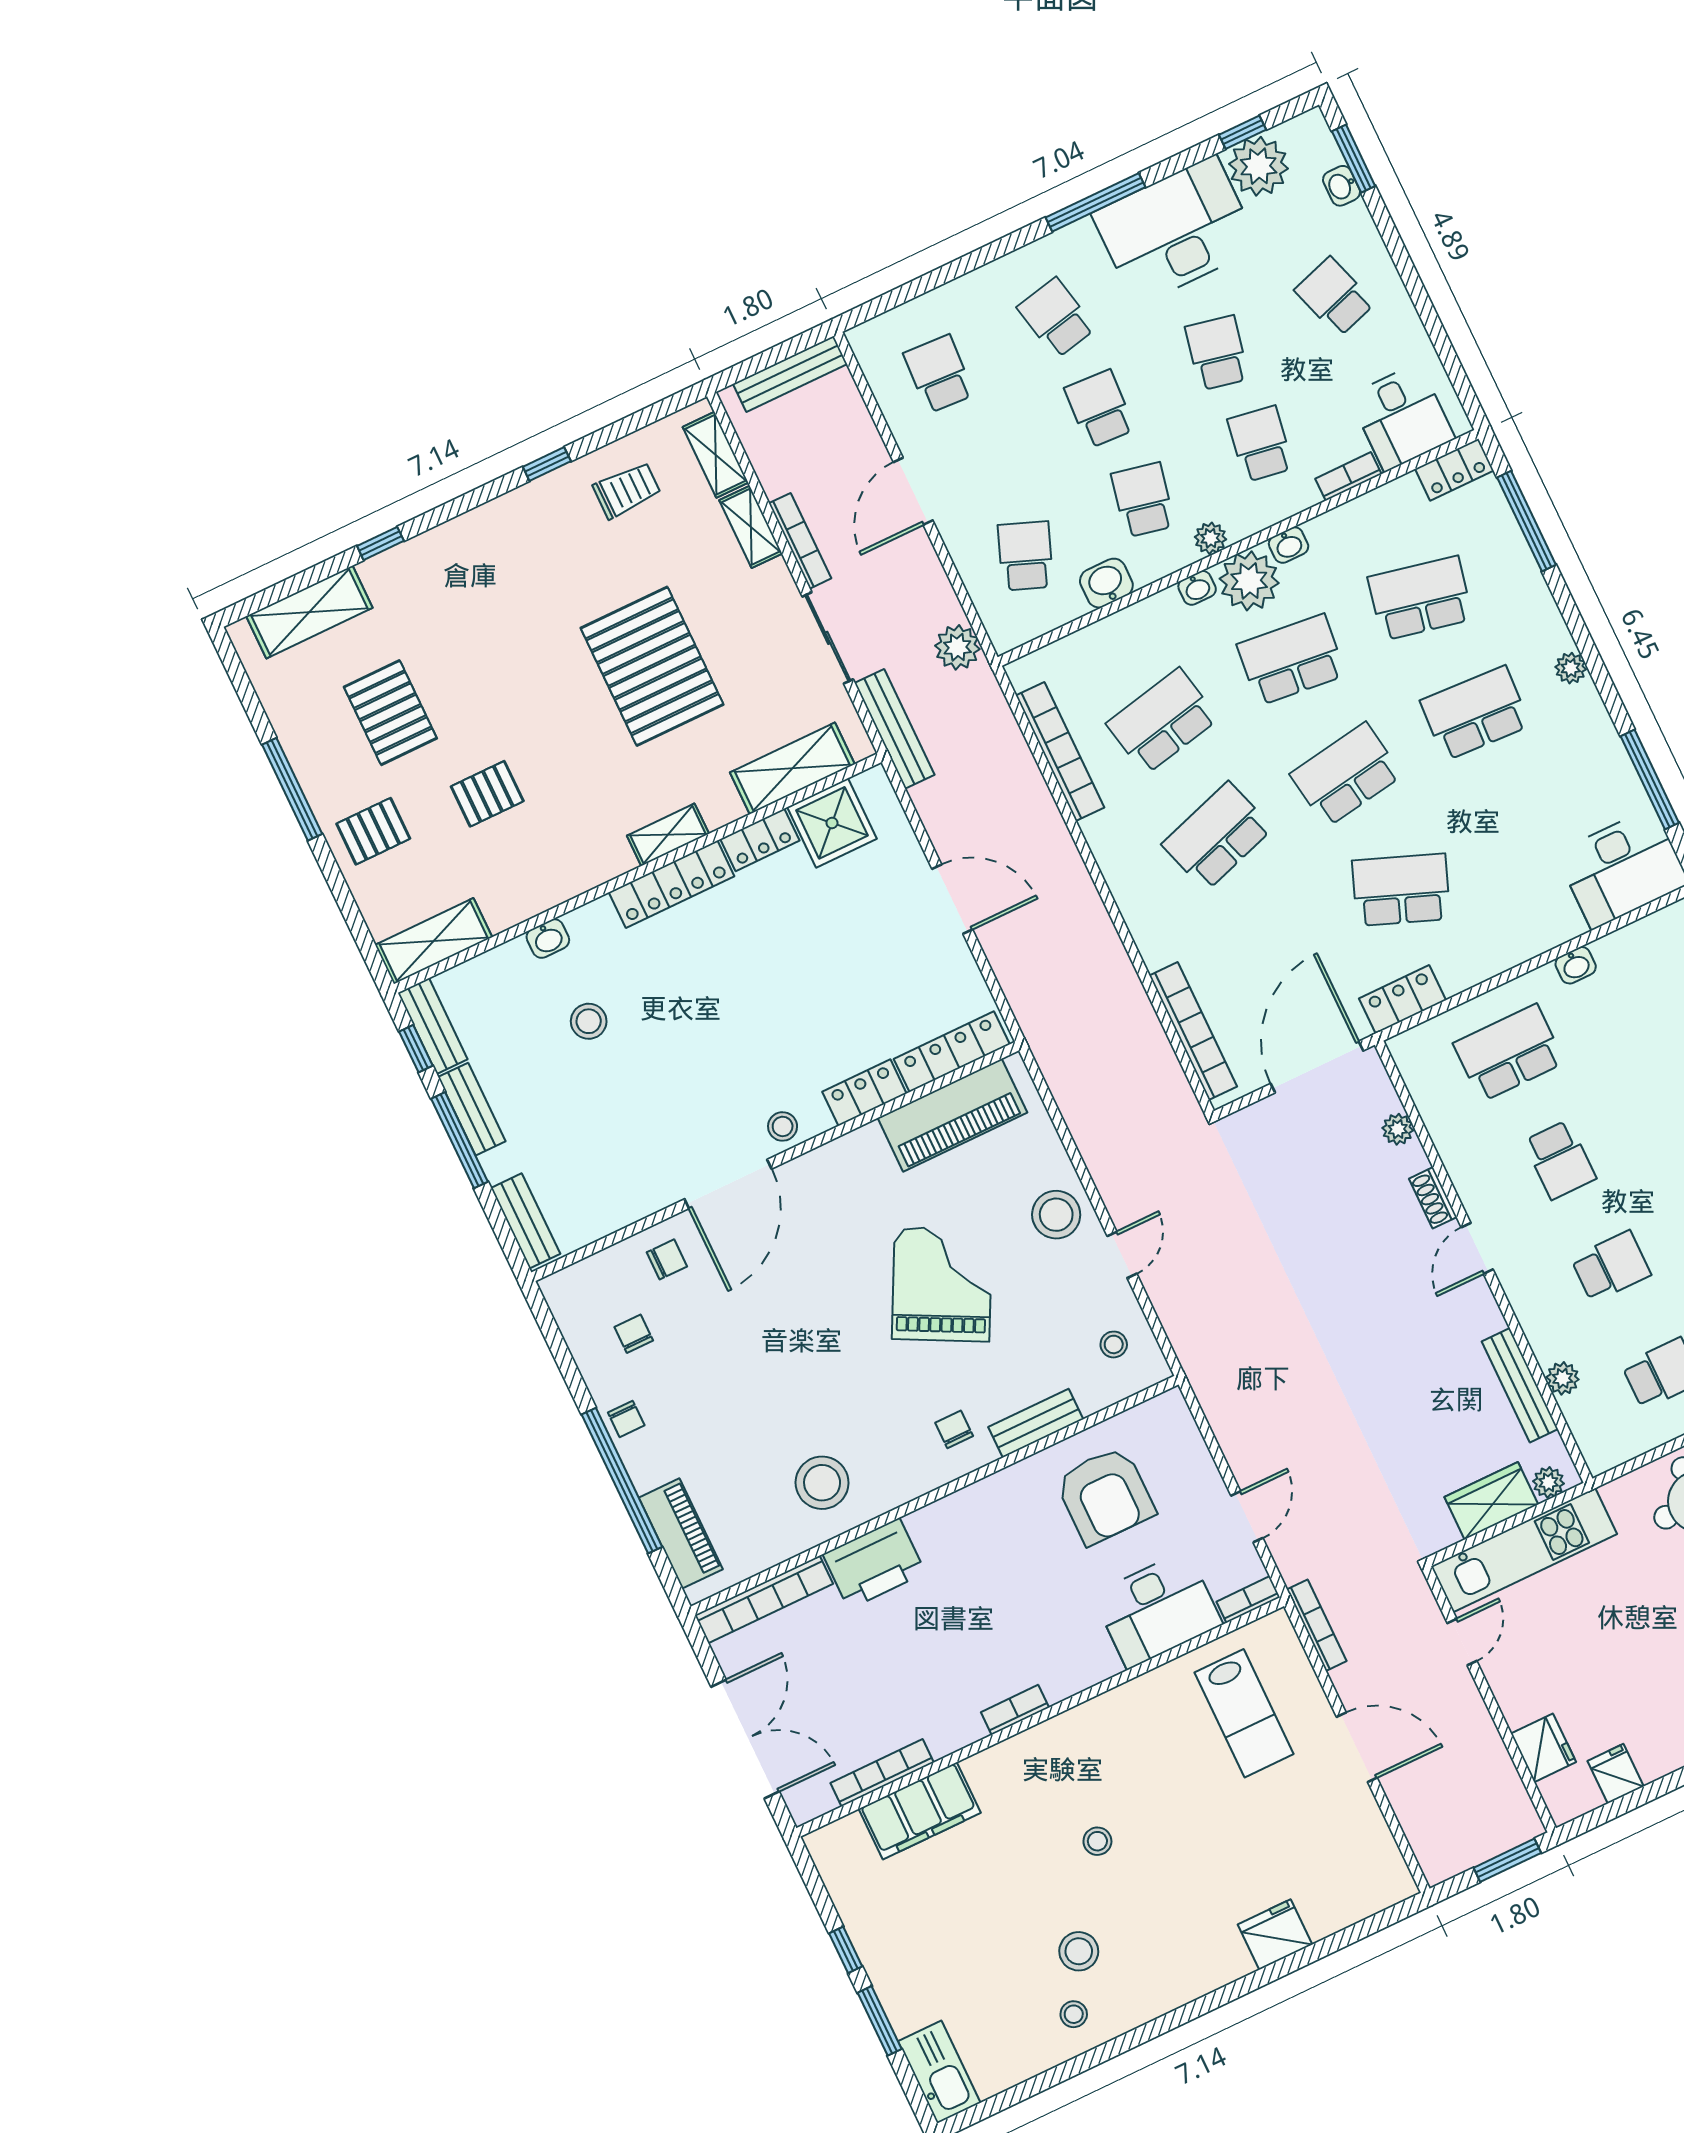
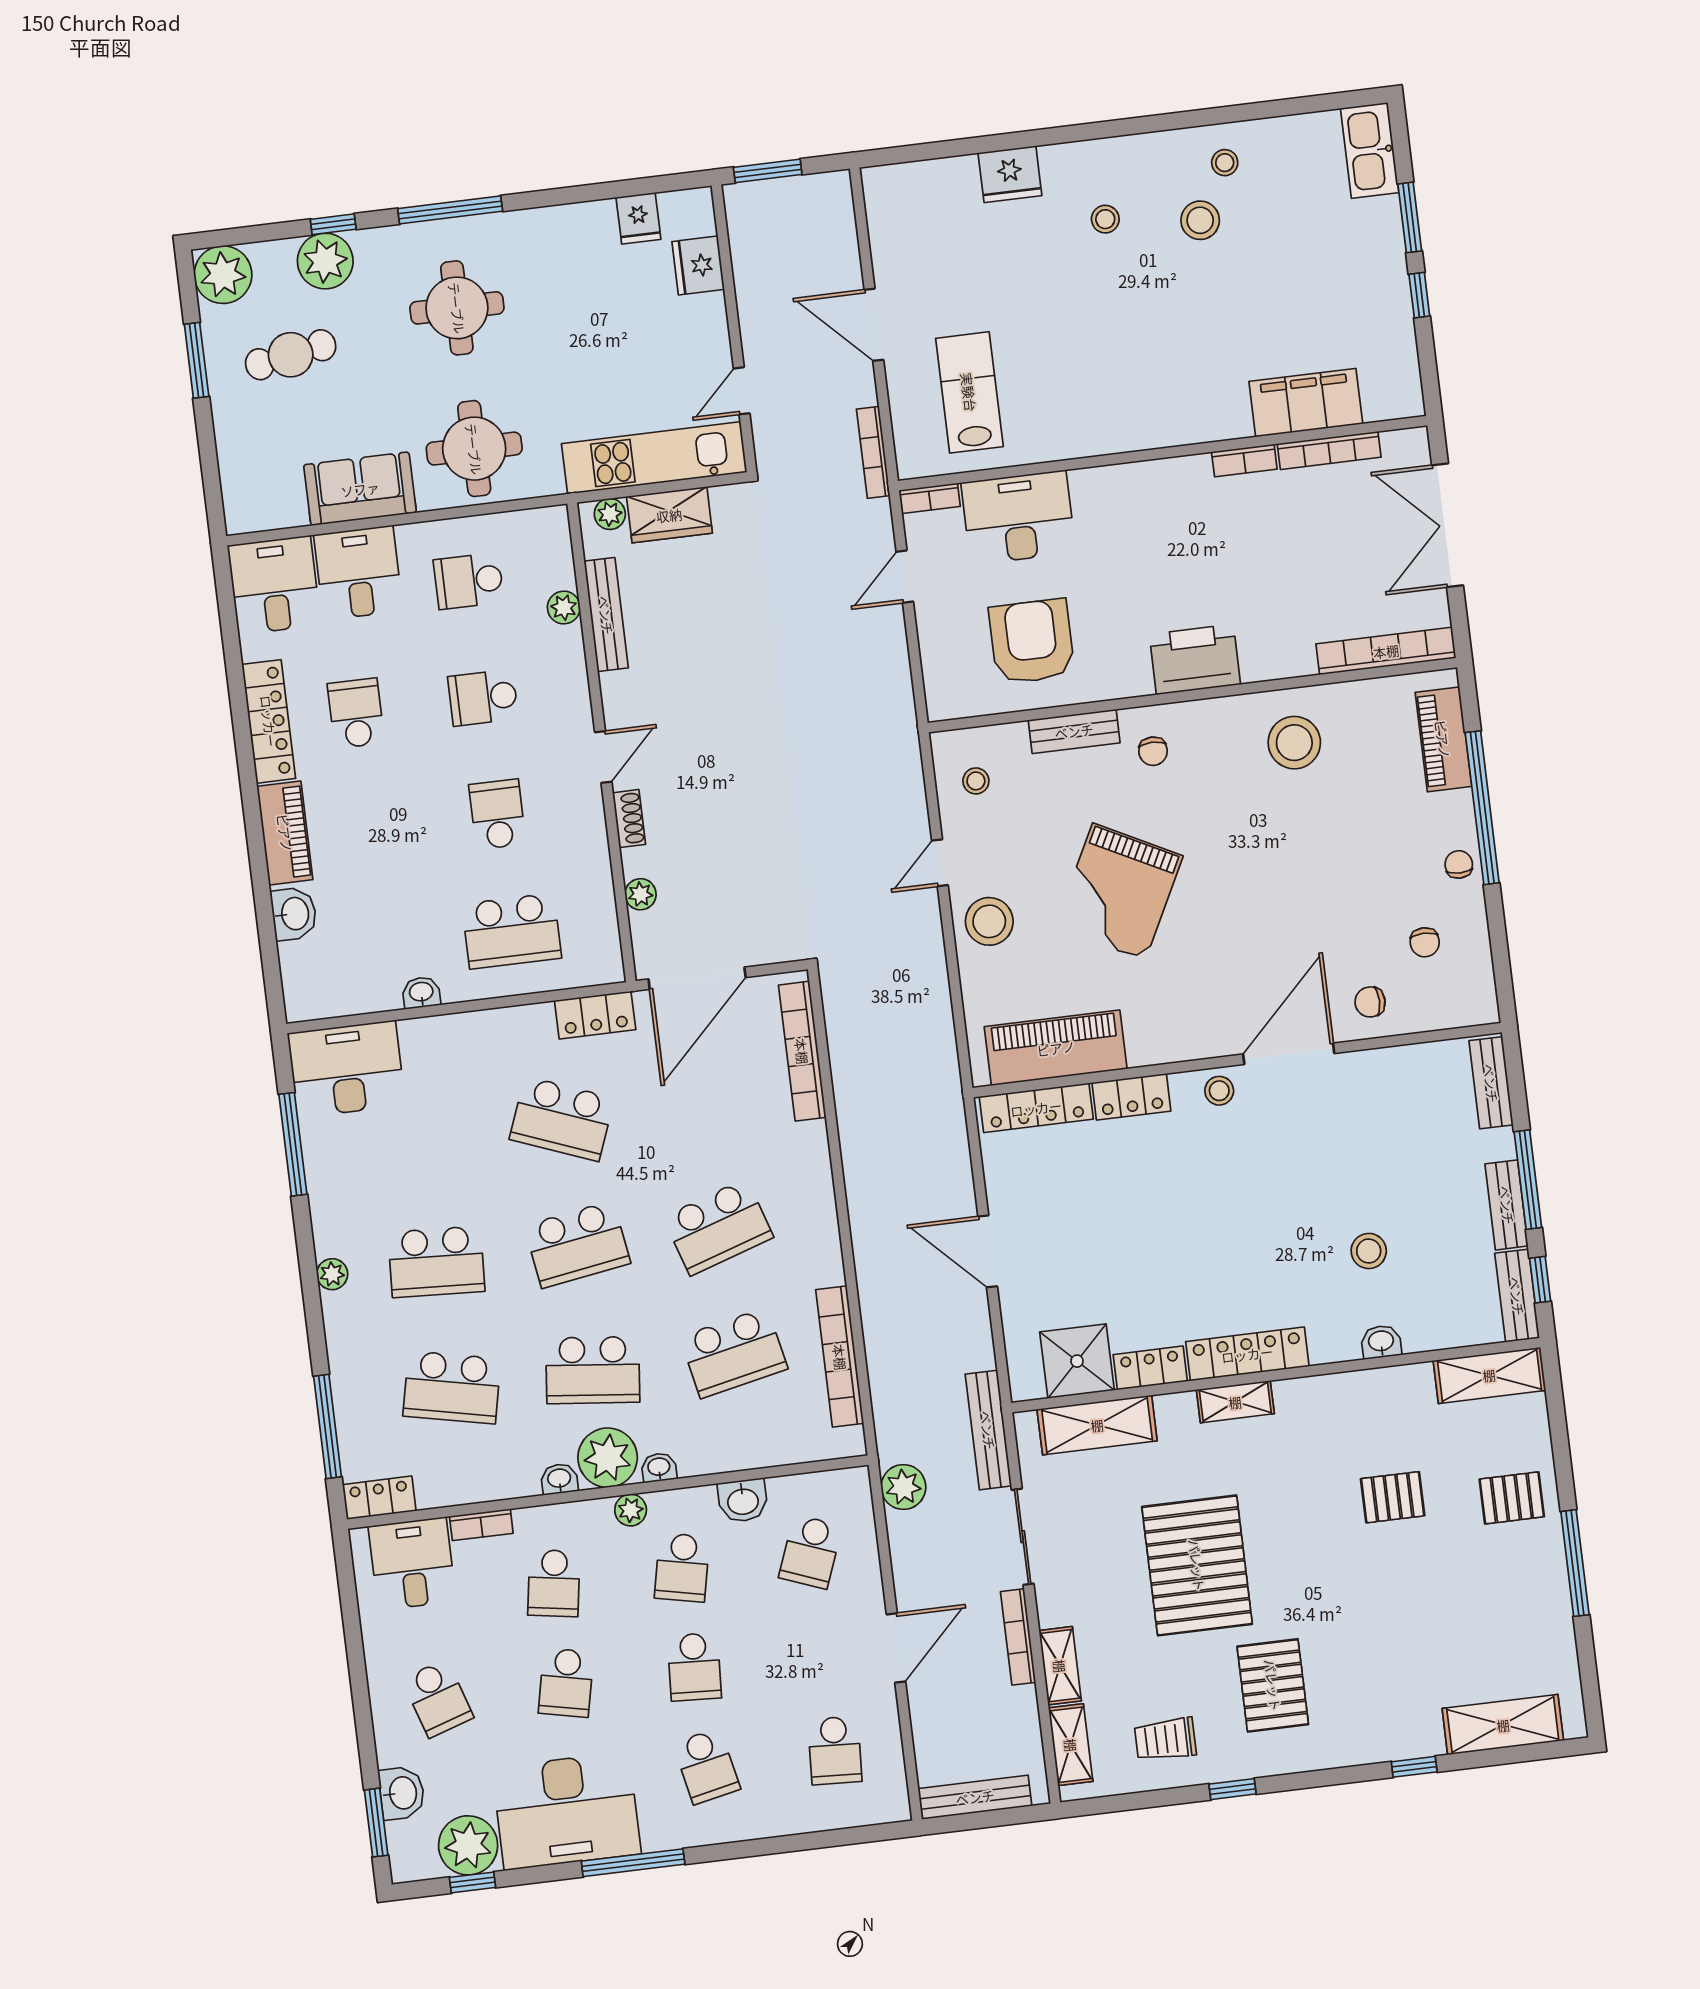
washbasin: (1341, 186) -> (402, 1793), width x1.38, depth x1.45
pallet: (390, 713) -> (1273, 1685), moved
printer: (874, 1564) -> (1195, 659), moved
bookcase: (1015, 1710) -> (1244, 460), moved
stool: (1097, 1841) -> (1105, 219), moved

